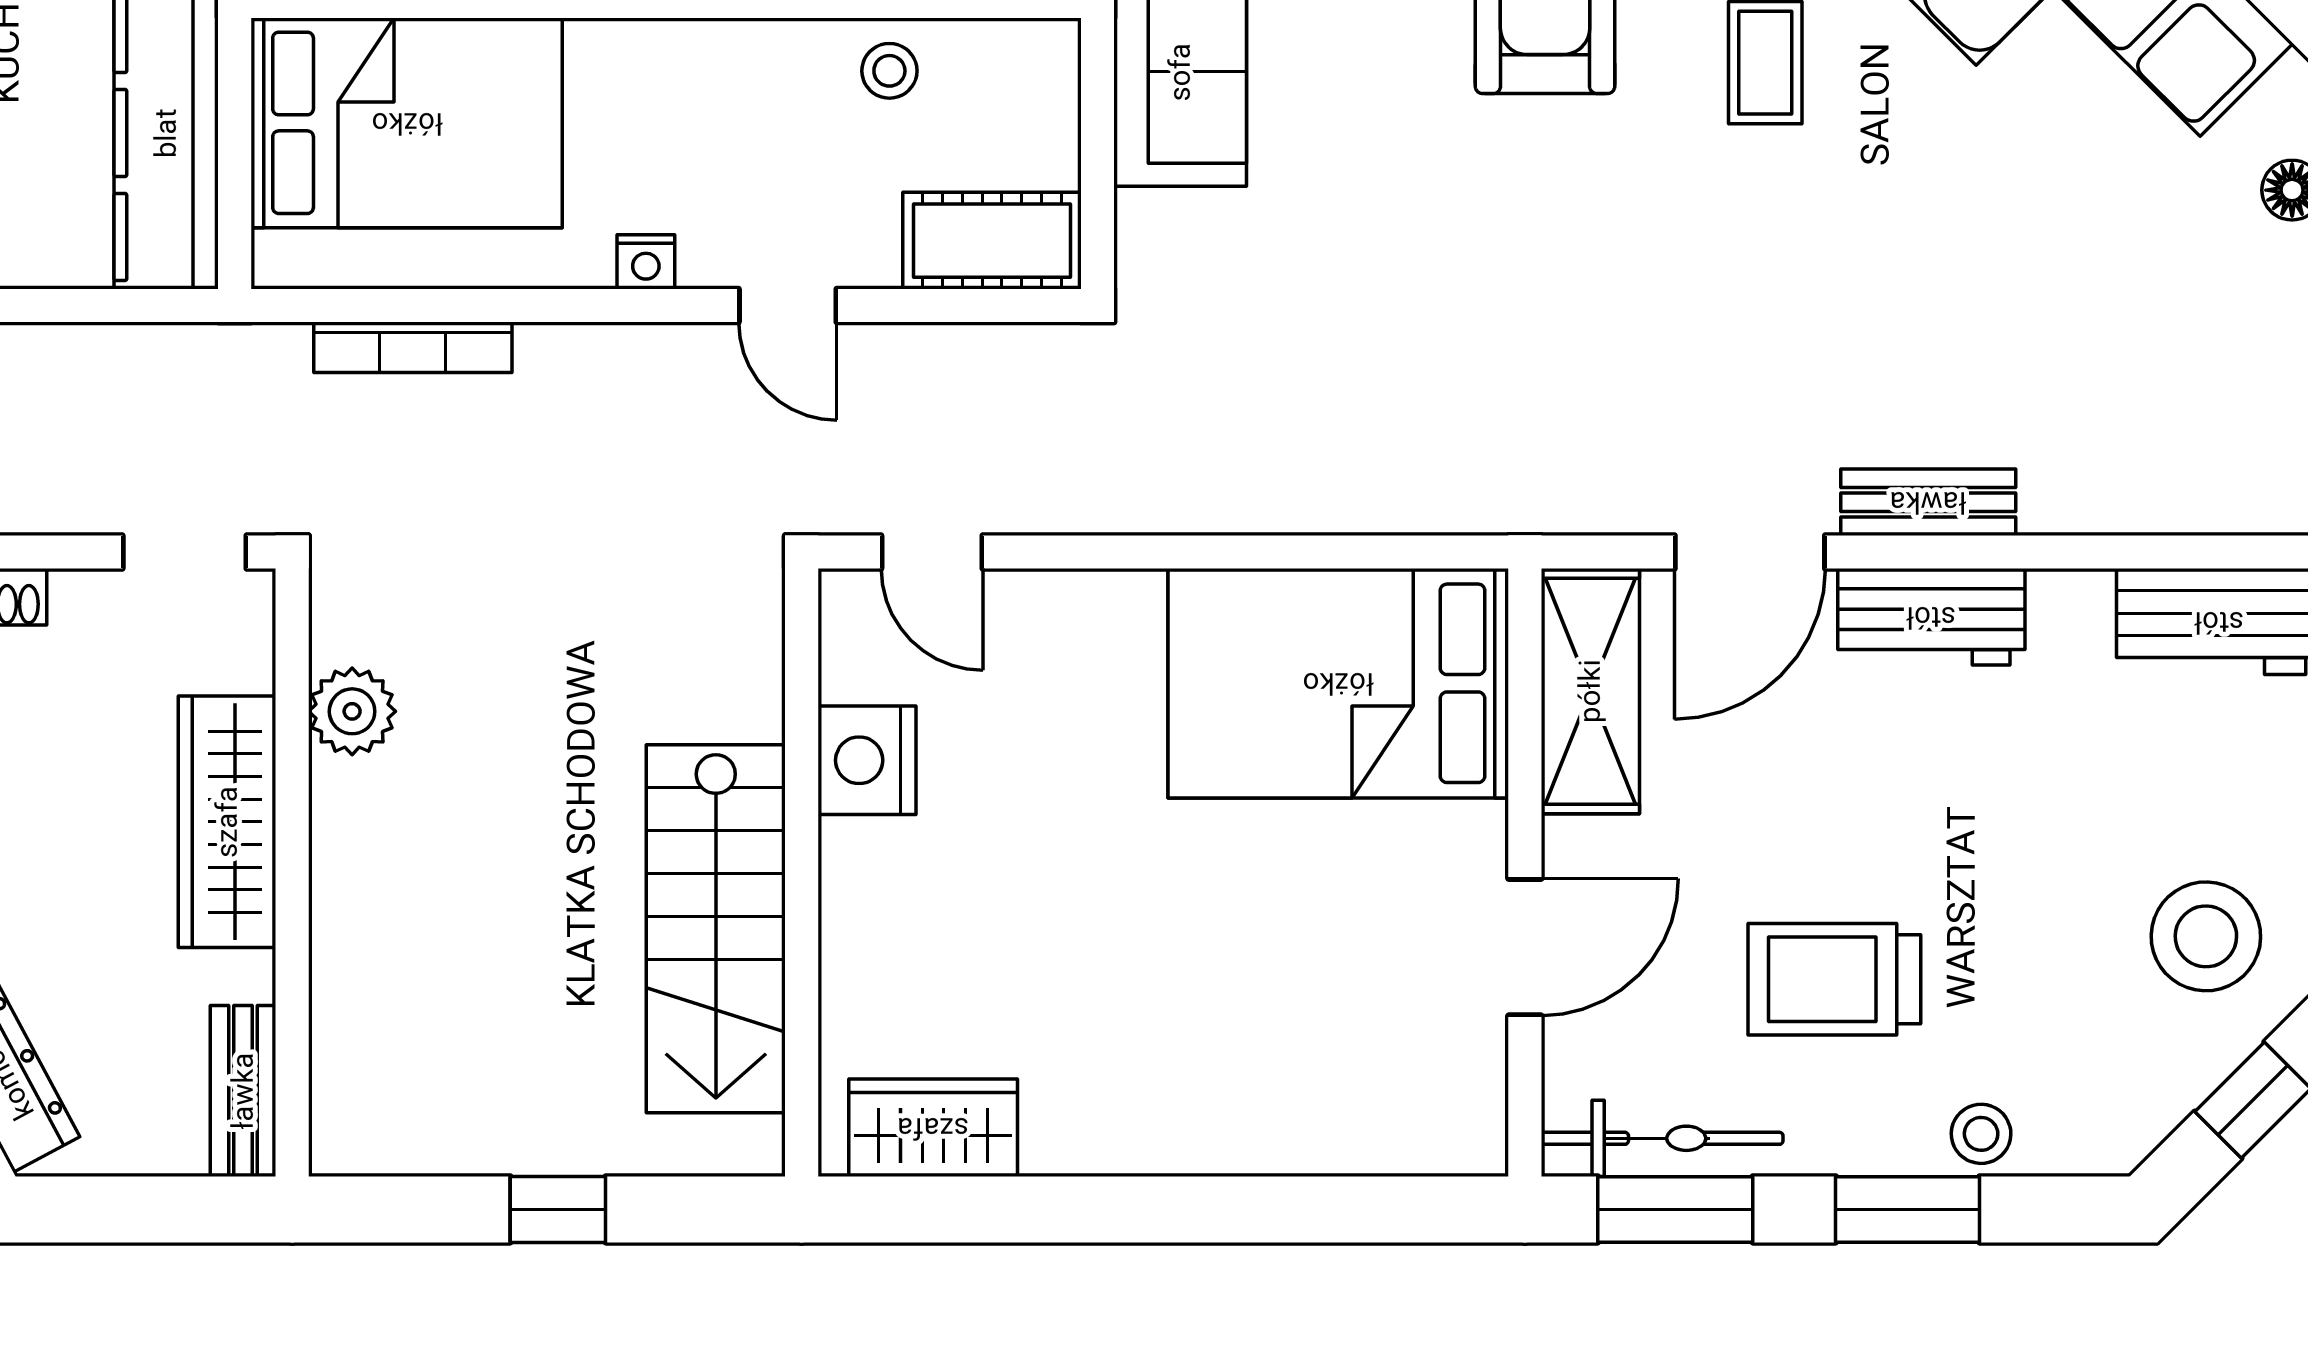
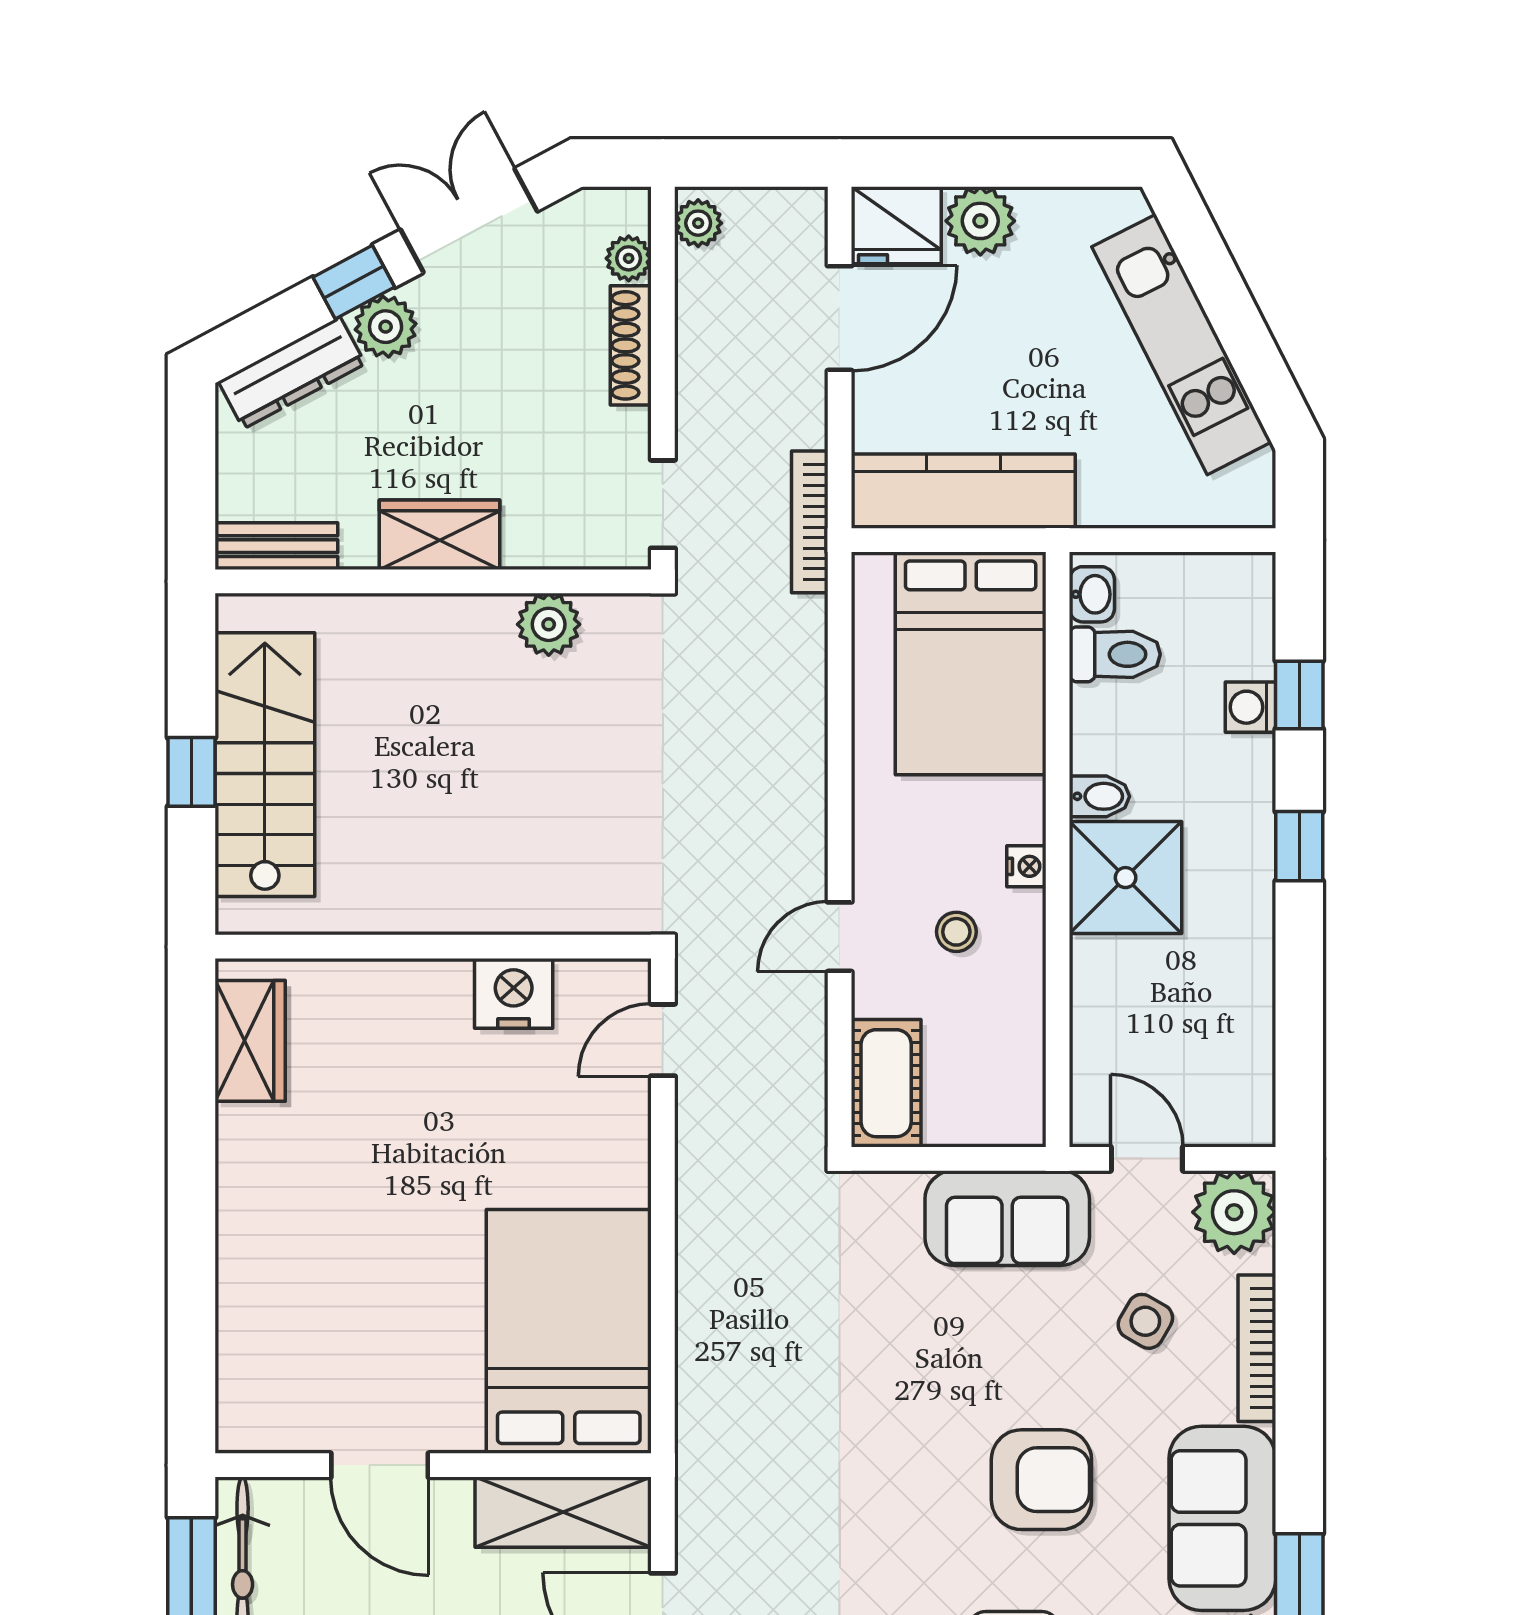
stool: (889, 71) -> (956, 932), moved
nightstand: (646, 262) -> (1026, 866), moved, turned 180
bookcase: (413, 347) -> (810, 522), moved
wardrobe: (227, 822) -> (439, 535), width x0.67
stairs: (716, 929) -> (265, 765), moved, turned 90

